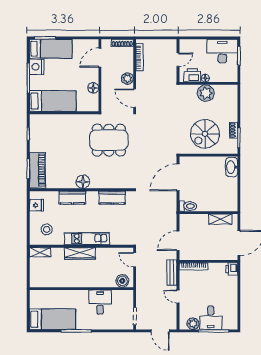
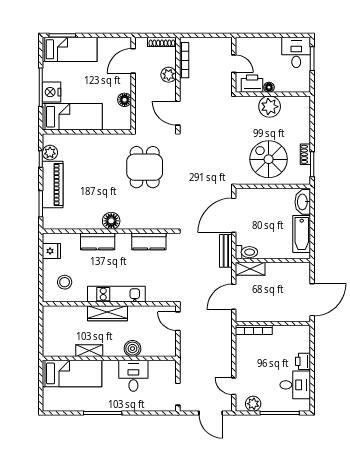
desk: (222, 51) -> (296, 52), width x0.73
door: (178, 60) -> (234, 64), hinge flipped
nightstand: (37, 67) -> (52, 92), moved
plant: (127, 78) -> (169, 75), moved
plant: (35, 129) -> (50, 153), added
spiral stairs: (205, 134) -> (269, 159), turned 90
dining table: (109, 140) -> (145, 167), width x0.73
piano: (37, 170) -> (53, 185), moved
bathtub: (231, 192) -> (302, 234), added
shelving: (220, 219) -> (250, 269), moved
shelving: (40, 252) -> (89, 351), moved
printer: (232, 269) -> (303, 361), moved
bench: (172, 272) -> (226, 251), moved
boiler: (122, 281) -> (132, 349), moved
door: (178, 297) -> (234, 386), moved
desk: (211, 318) -> (295, 385), moved, turned -90
bed: (53, 319) -> (72, 373), moved

